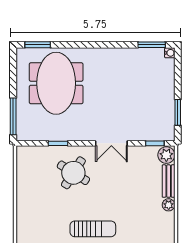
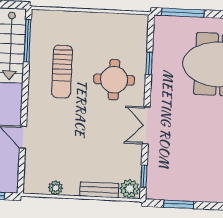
round table: (73, 173) -> (114, 80), turned -32
plant: (169, 205) -> (56, 188), moved
sun lounger: (93, 229) -> (62, 72), moved

